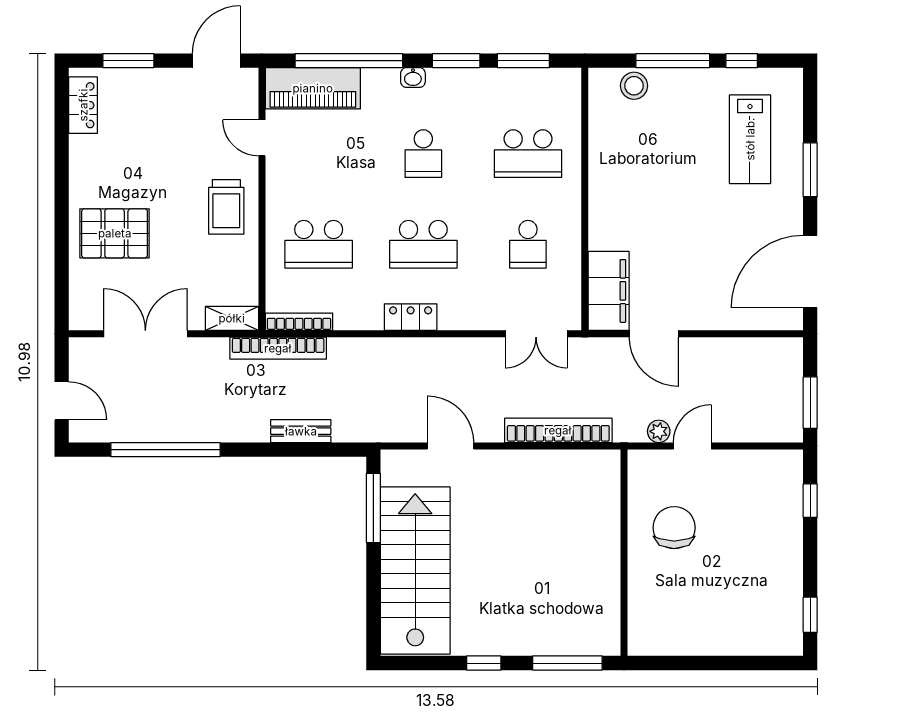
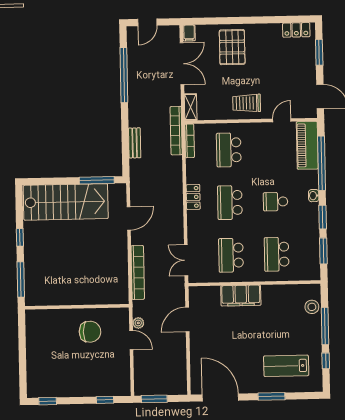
school desk: (528, 244) -> (231, 255), width x1.85
filing cabinet: (609, 291) -> (241, 296), moved
filing cabinet: (85, 318) -> (189, 33), added

